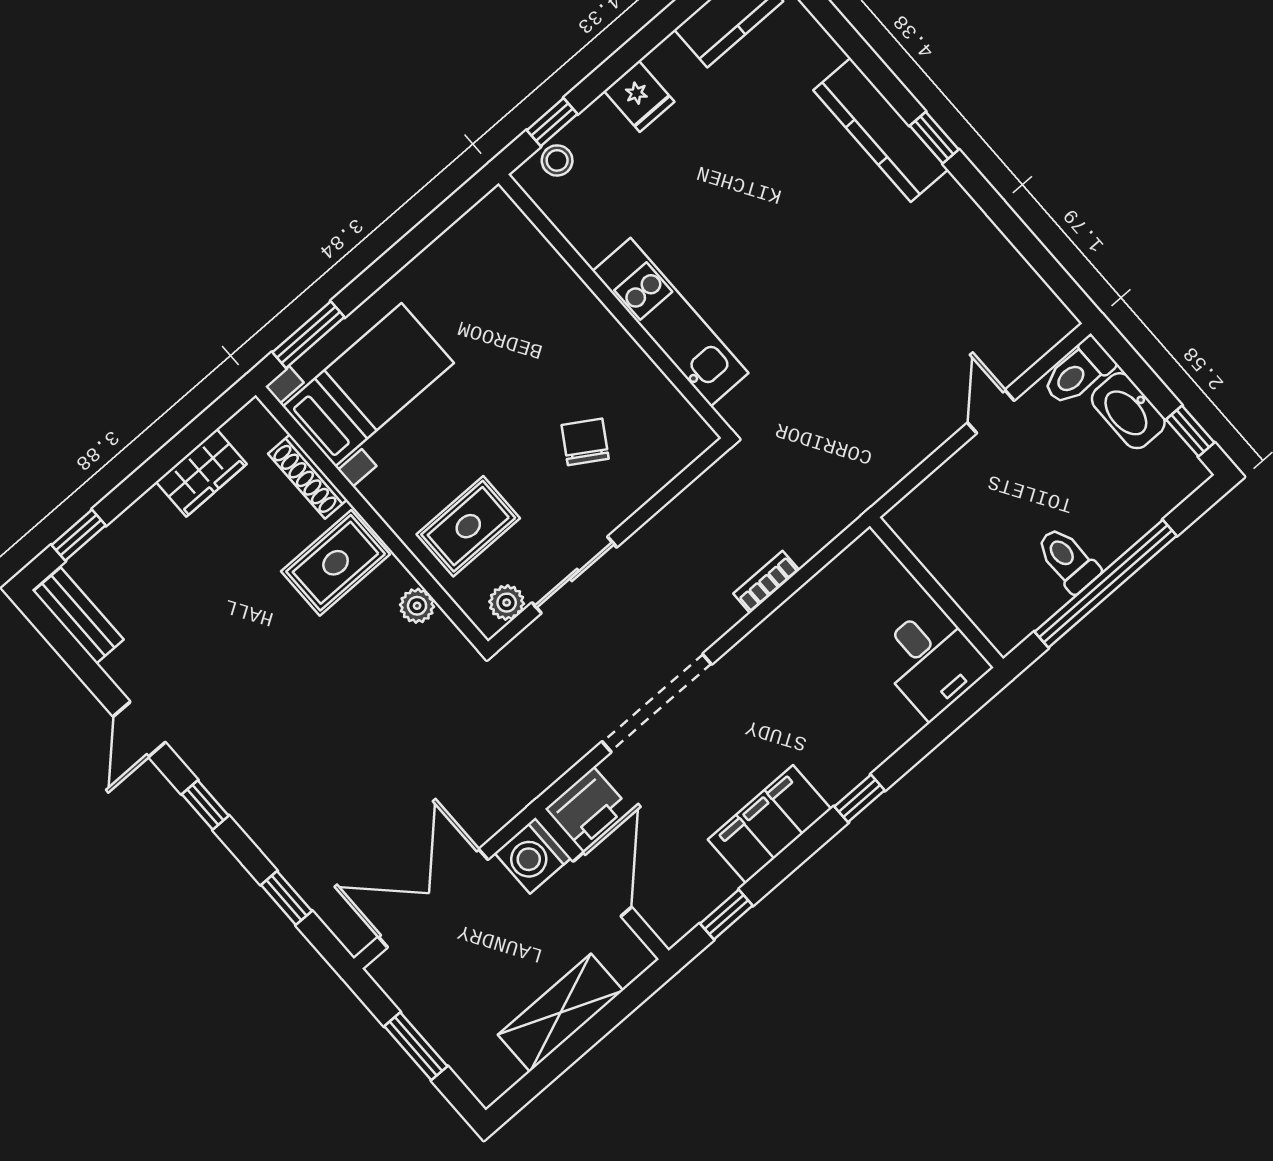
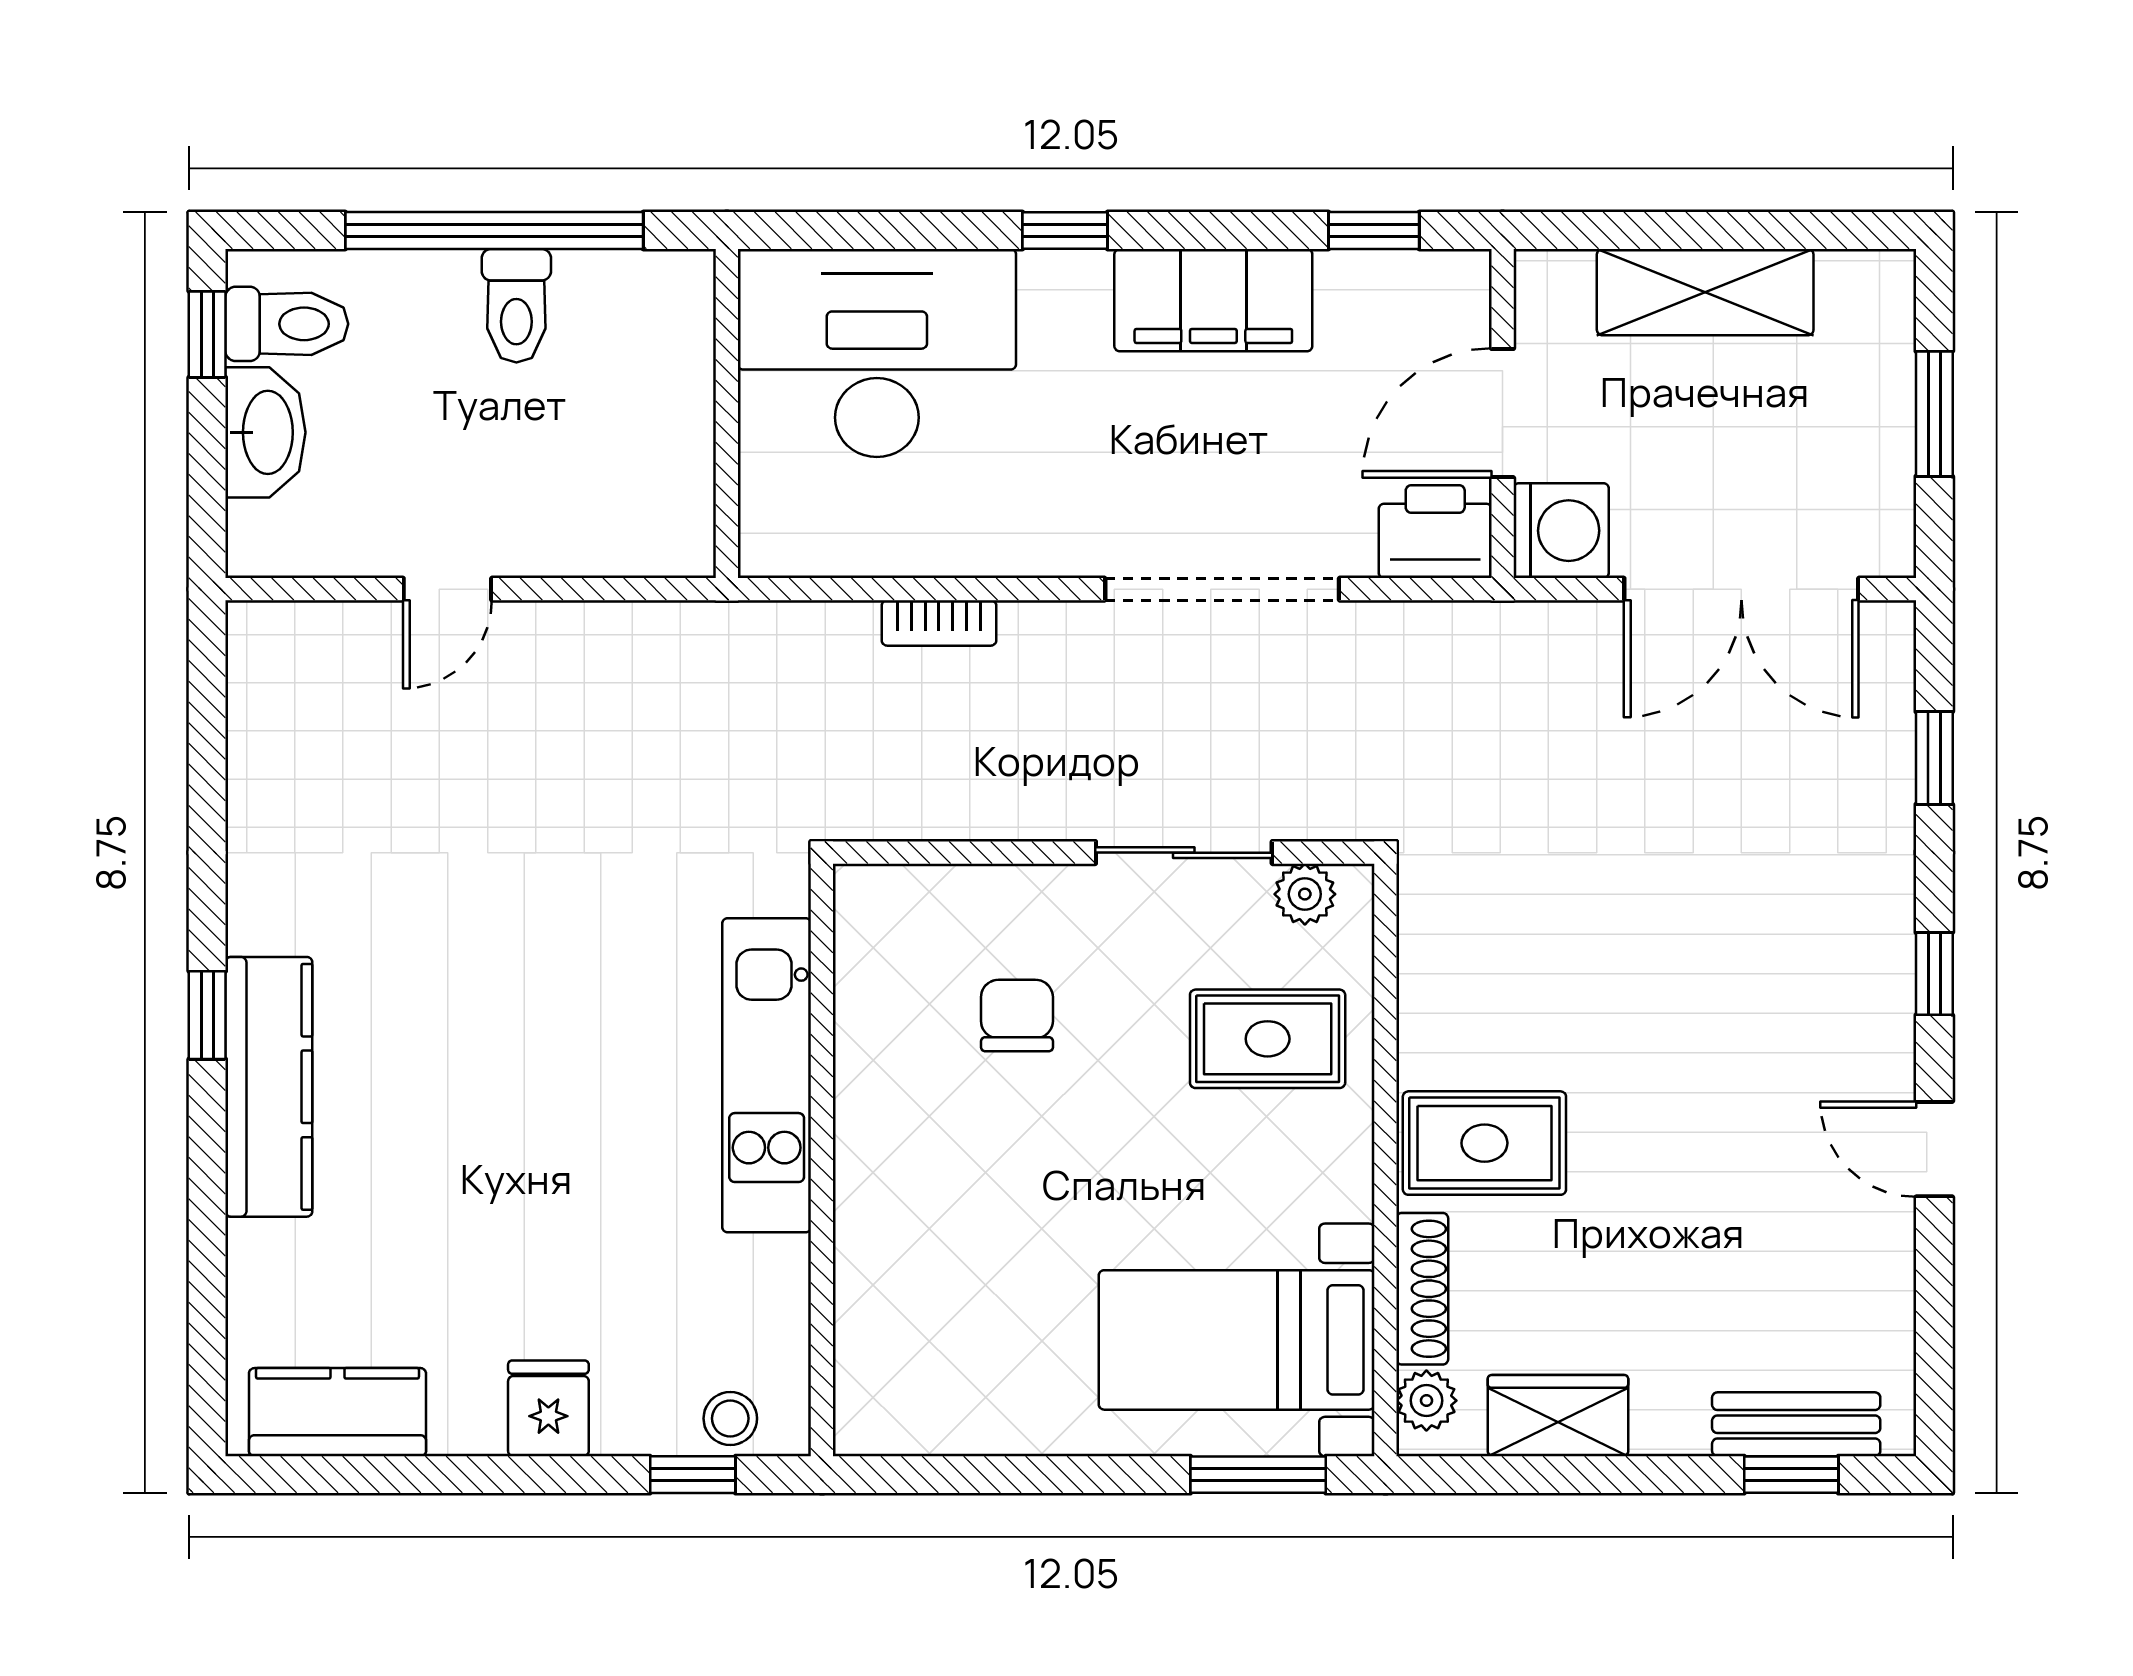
toilet: (1078, 372) -> (287, 324), moved
chair: (585, 442) -> (1017, 1016), turned 148
plant: (417, 606) -> (1426, 1401), moved
bench: (78, 616) -> (1796, 1424), moved, turned 90
desk: (932, 661) -> (877, 353), width x1.87, depth x1.30
door: (139, 729) -> (1934, 1149), swing flipped

